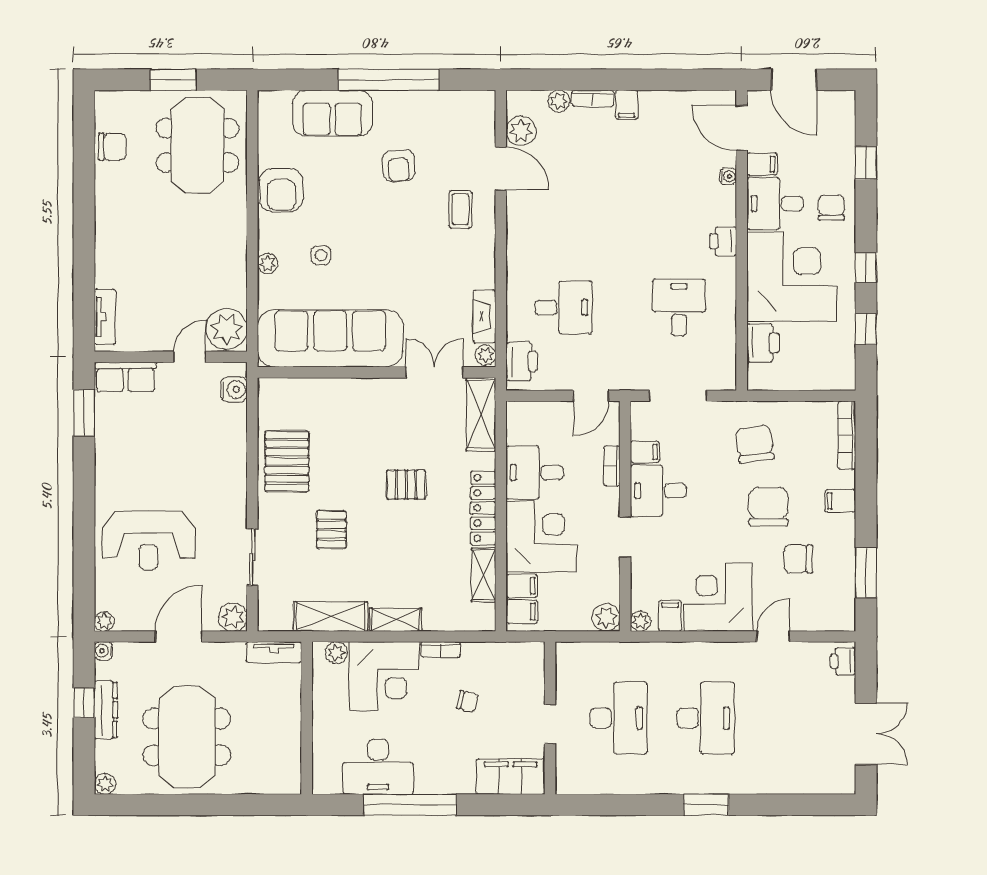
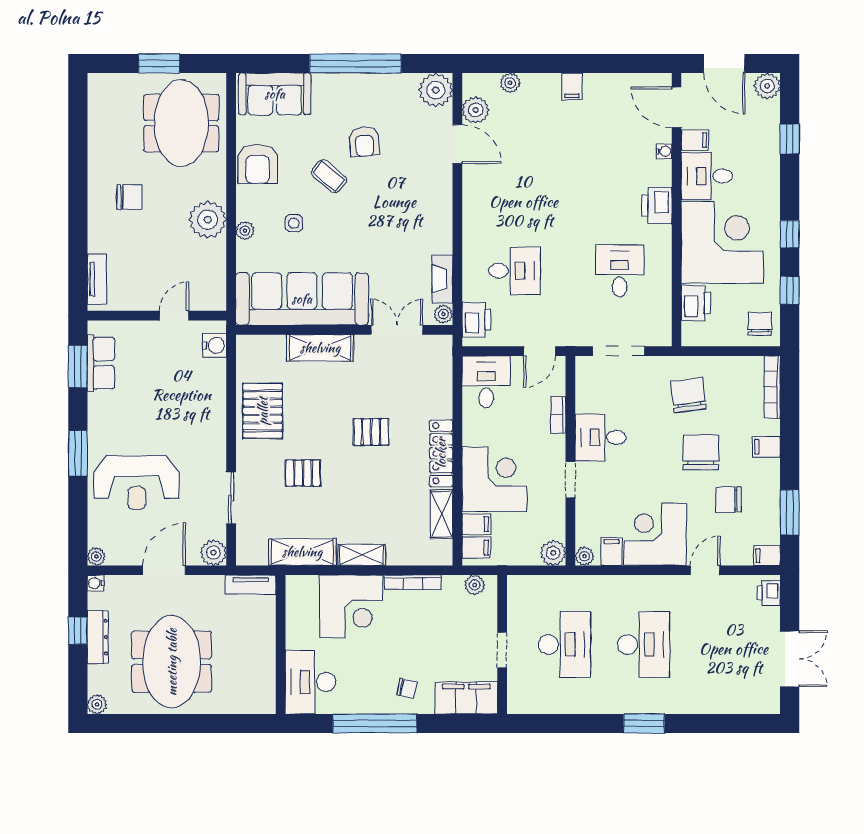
bookcase: (593, 99) -> (541, 81), removed
plant: (841, 105) -> (767, 86), added
plant: (477, 109) -> (436, 90), added
sofa: (333, 113) -> (275, 94), moved
chair: (112, 147) -> (129, 197), moved
chair: (831, 208) -> (760, 324), moved
coffee table: (460, 209) -> (329, 176), moved, turned -49
printer: (723, 241) -> (657, 206), width x1.36, depth x1.24
plant: (227, 329) -> (208, 220), moved
row of seats: (125, 377) -> (101, 363), moved, turned -90
shelving: (481, 414) -> (320, 348), moved, turned 90
filing cabinet: (645, 452) -> (767, 556), moved, turned 180
desk: (535, 473) -> (486, 382), moved, turned 90
window: (84, 508) -> (78, 453), added
pallet: (331, 530) -> (303, 473), turned 90
bookcase: (441, 650) -> (413, 582), width x1.56
plant: (337, 653) -> (475, 585), moved
chair: (467, 701) -> (407, 688), moved
desk: (378, 767) -> (310, 682), moved, turned 90

